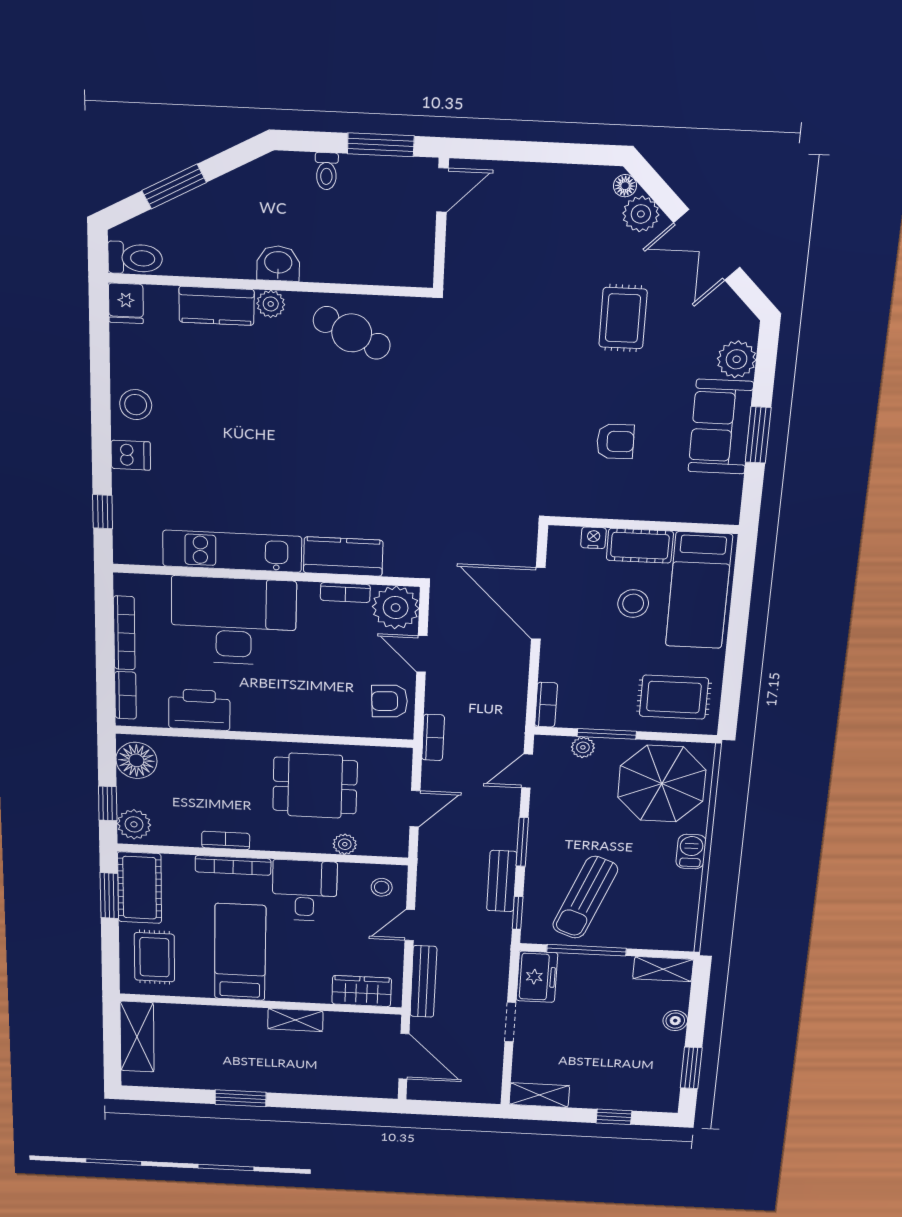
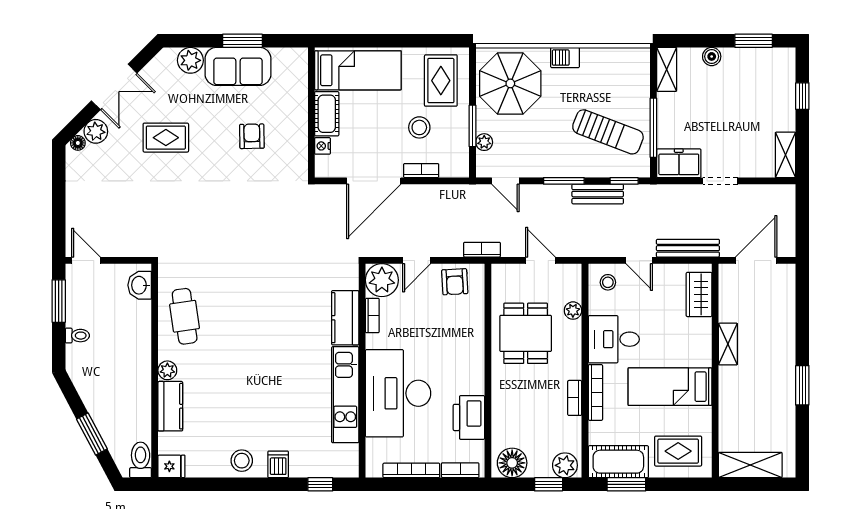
washbasin: (278, 263) -> (140, 285), moved
cafe table: (352, 333) -> (185, 316), turned -34
stool: (633, 604) -> (419, 127), moved
bookcase: (546, 705) -> (421, 171), moved

